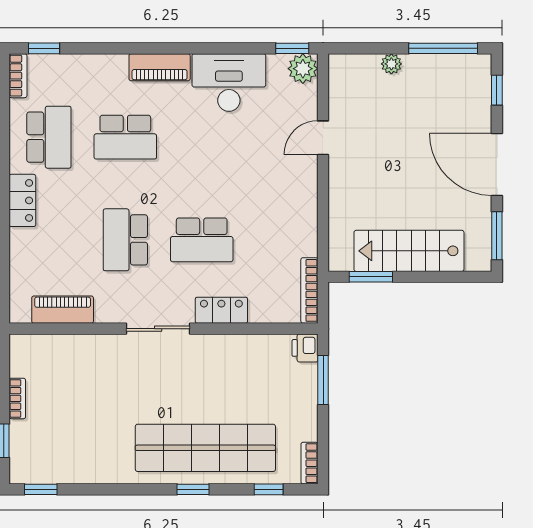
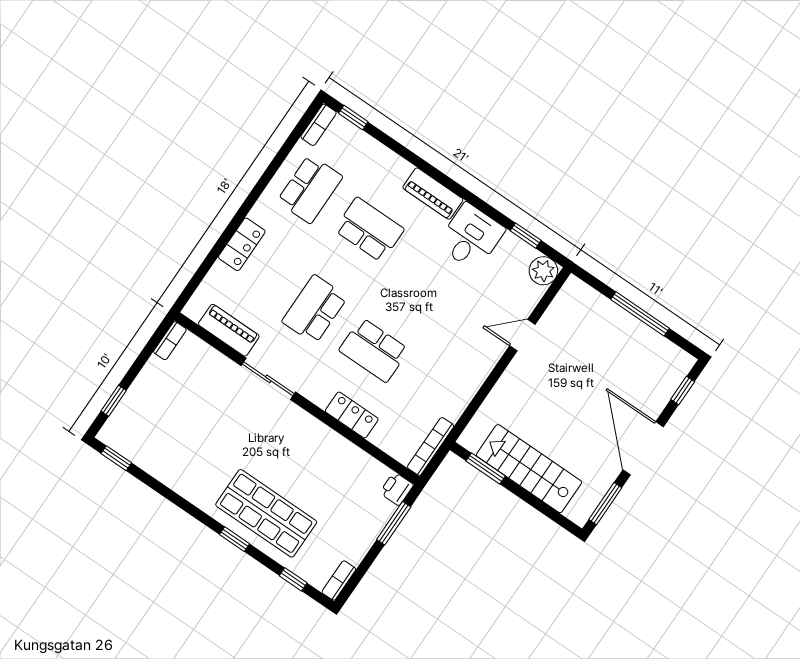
window: (292, 48) -> (526, 236), moved
window: (443, 48) -> (640, 314), moved
plant: (391, 64) -> (615, 314), removed
desk: (229, 83) -> (471, 237), width x0.73
school desk: (125, 137) -> (369, 230), turned 180
locker: (22, 200) -> (242, 244), moved
sliding door: (158, 329) -> (268, 379), moved
bookcase: (17, 398) -> (170, 341), moved
shop shelf: (205, 448) -> (266, 513), width x0.71

